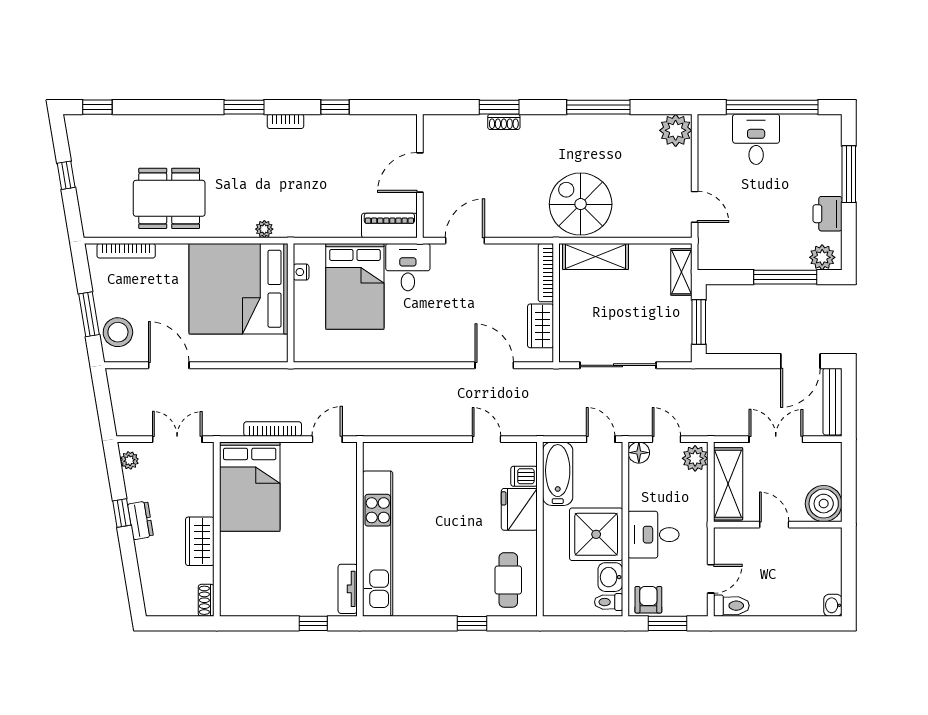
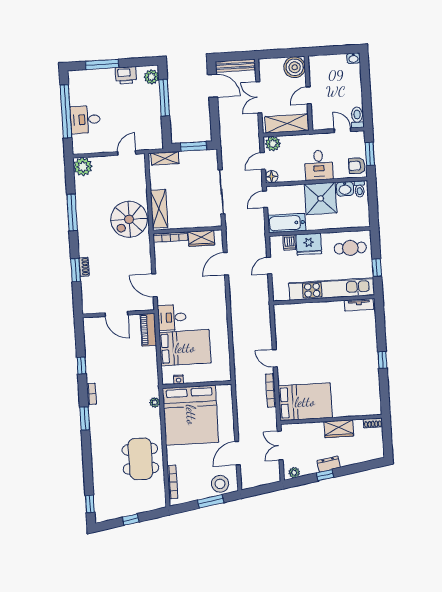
wall: (360, 529) -> (324, 300), moved
kitchen unit: (378, 544) -> (332, 289), moved
tv unit: (348, 589) -> (359, 305), moved

